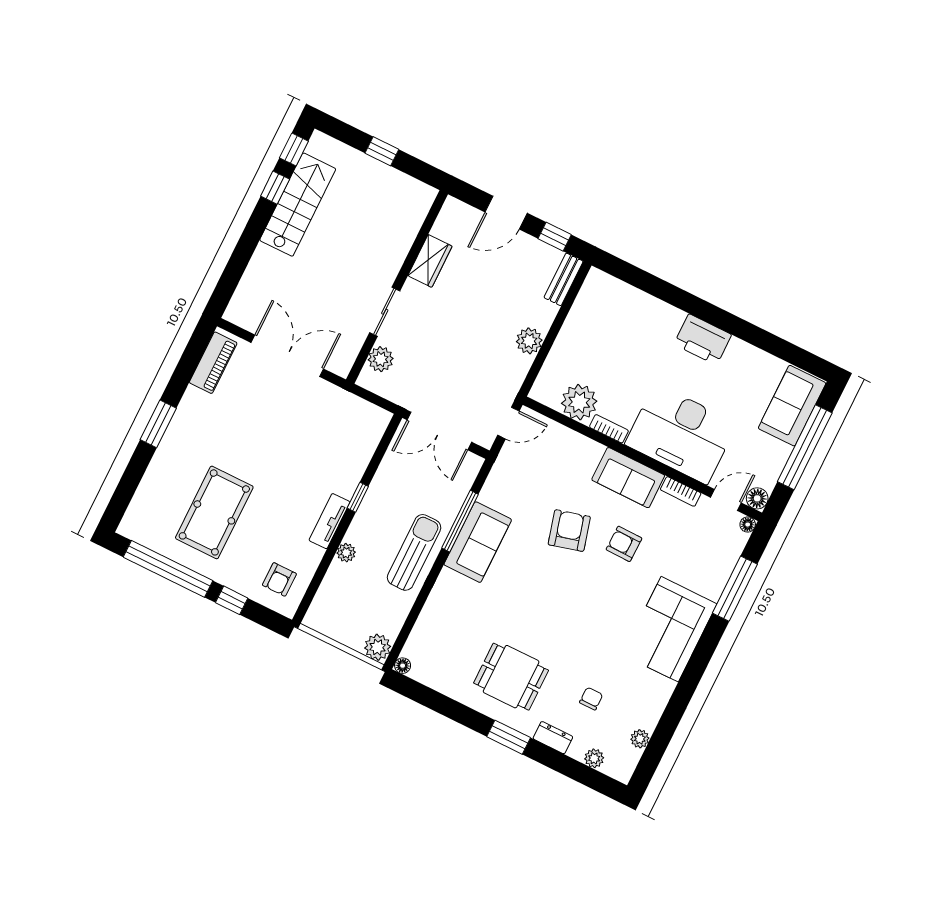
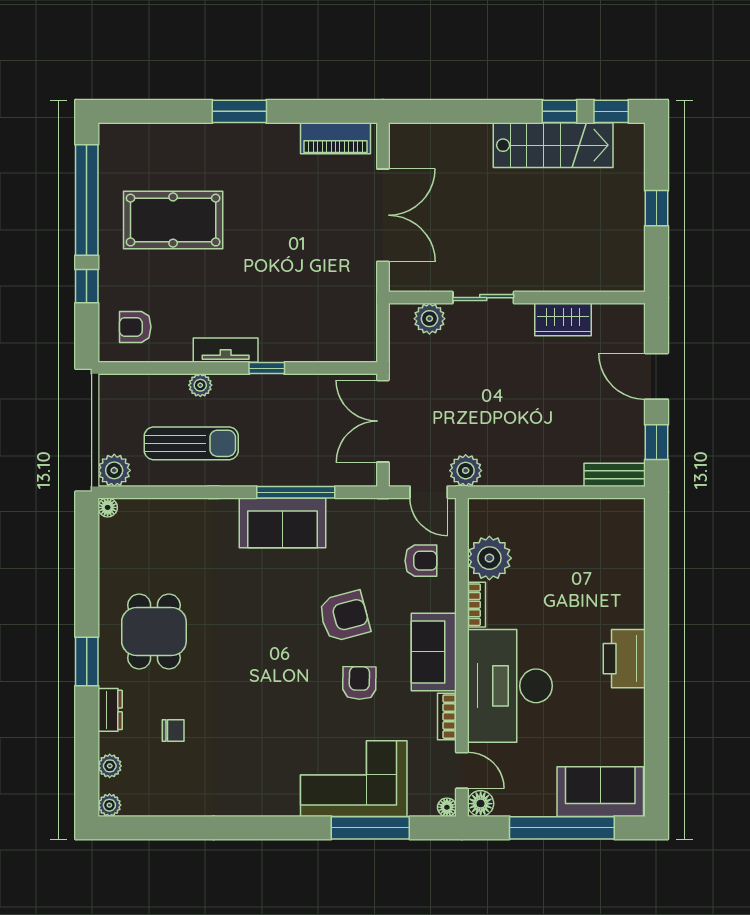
plant: (529, 341) -> (466, 471), moved
armchair: (556, 454) -> (421, 561), added
sun lounger: (414, 552) -> (191, 443), moved
corner sofa: (670, 629) -> (354, 779), moved
plant: (640, 739) -> (109, 805), moved

